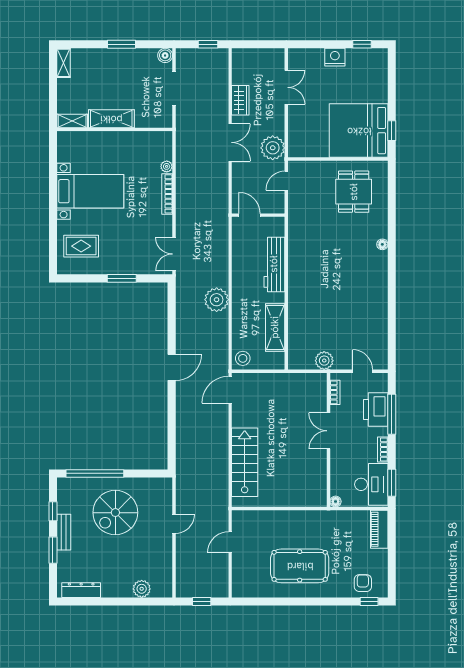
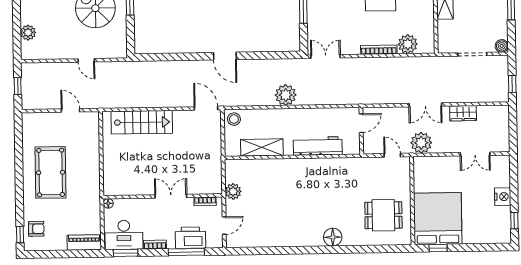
plant: (167, 166) -> (408, 44), width x1.87, depth x1.87
floor lamp: (382, 244) -> (333, 237), width x1.89, depth x1.89

